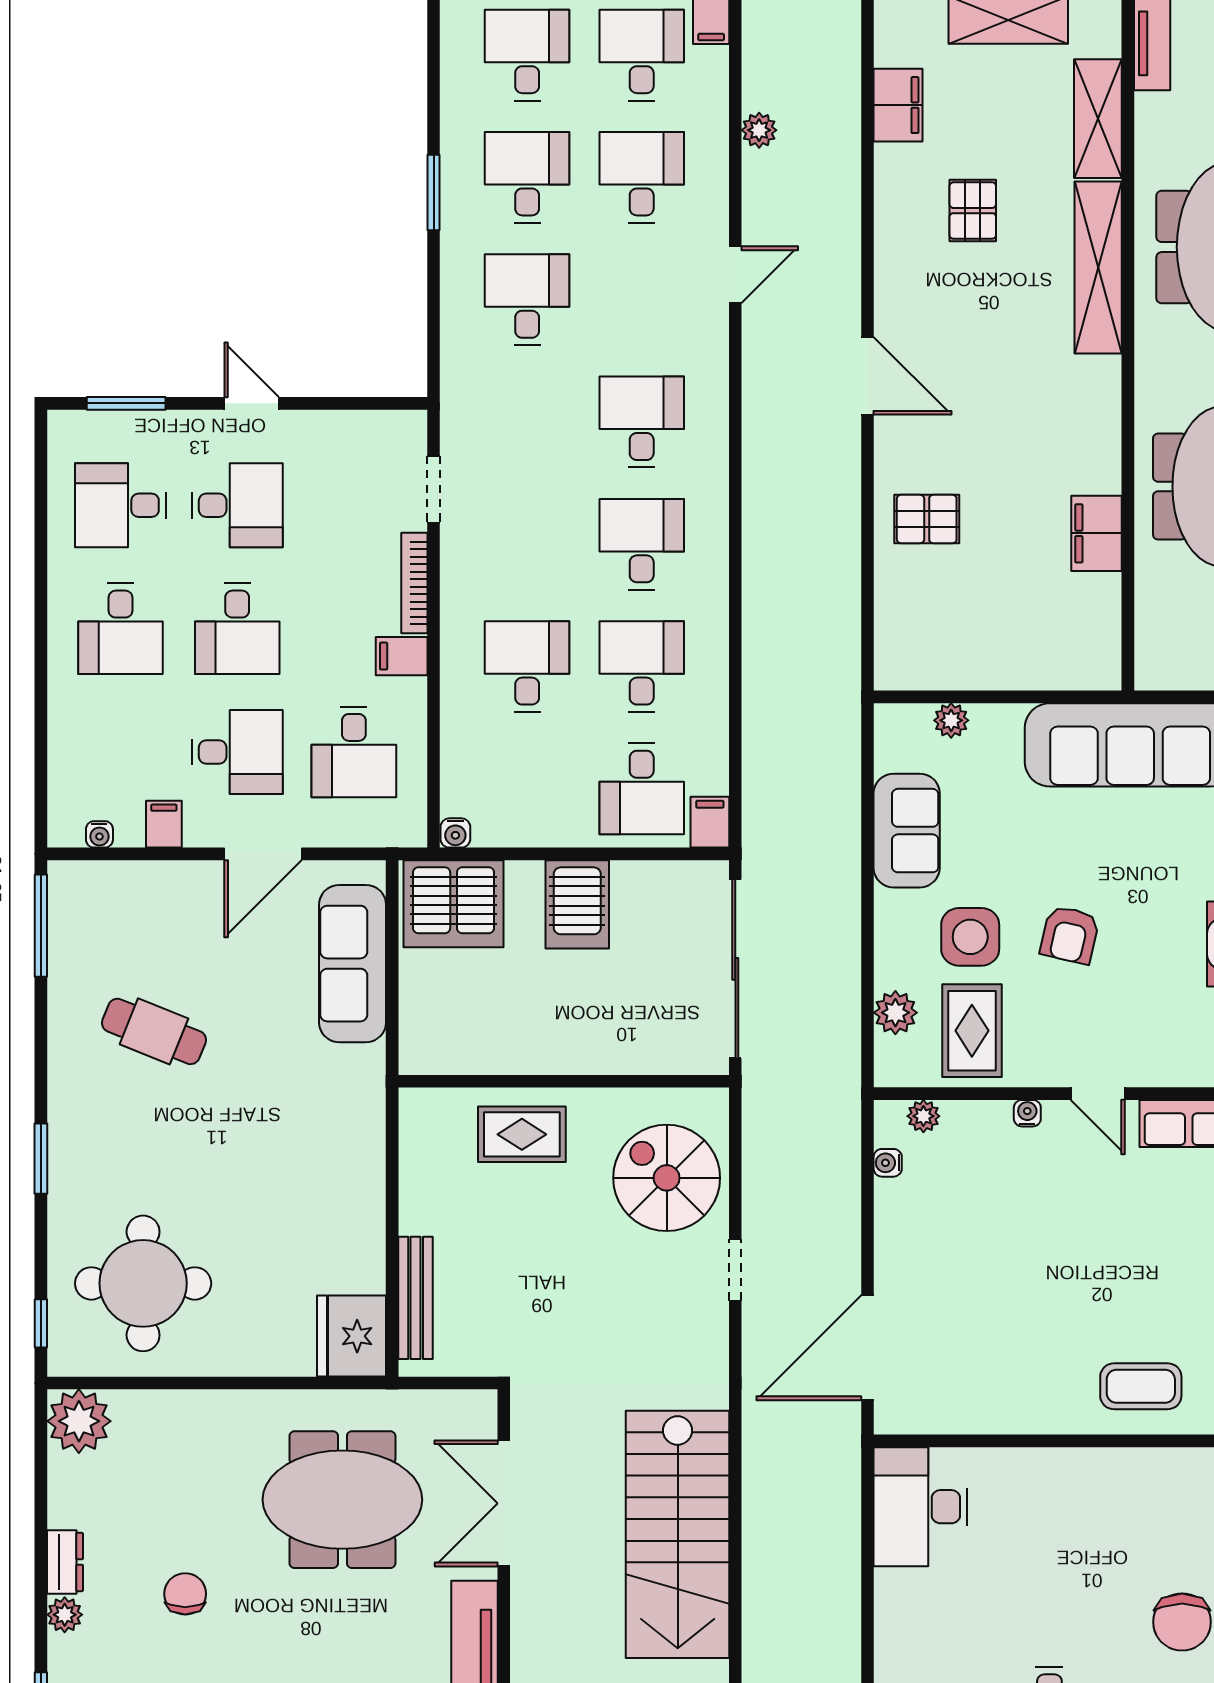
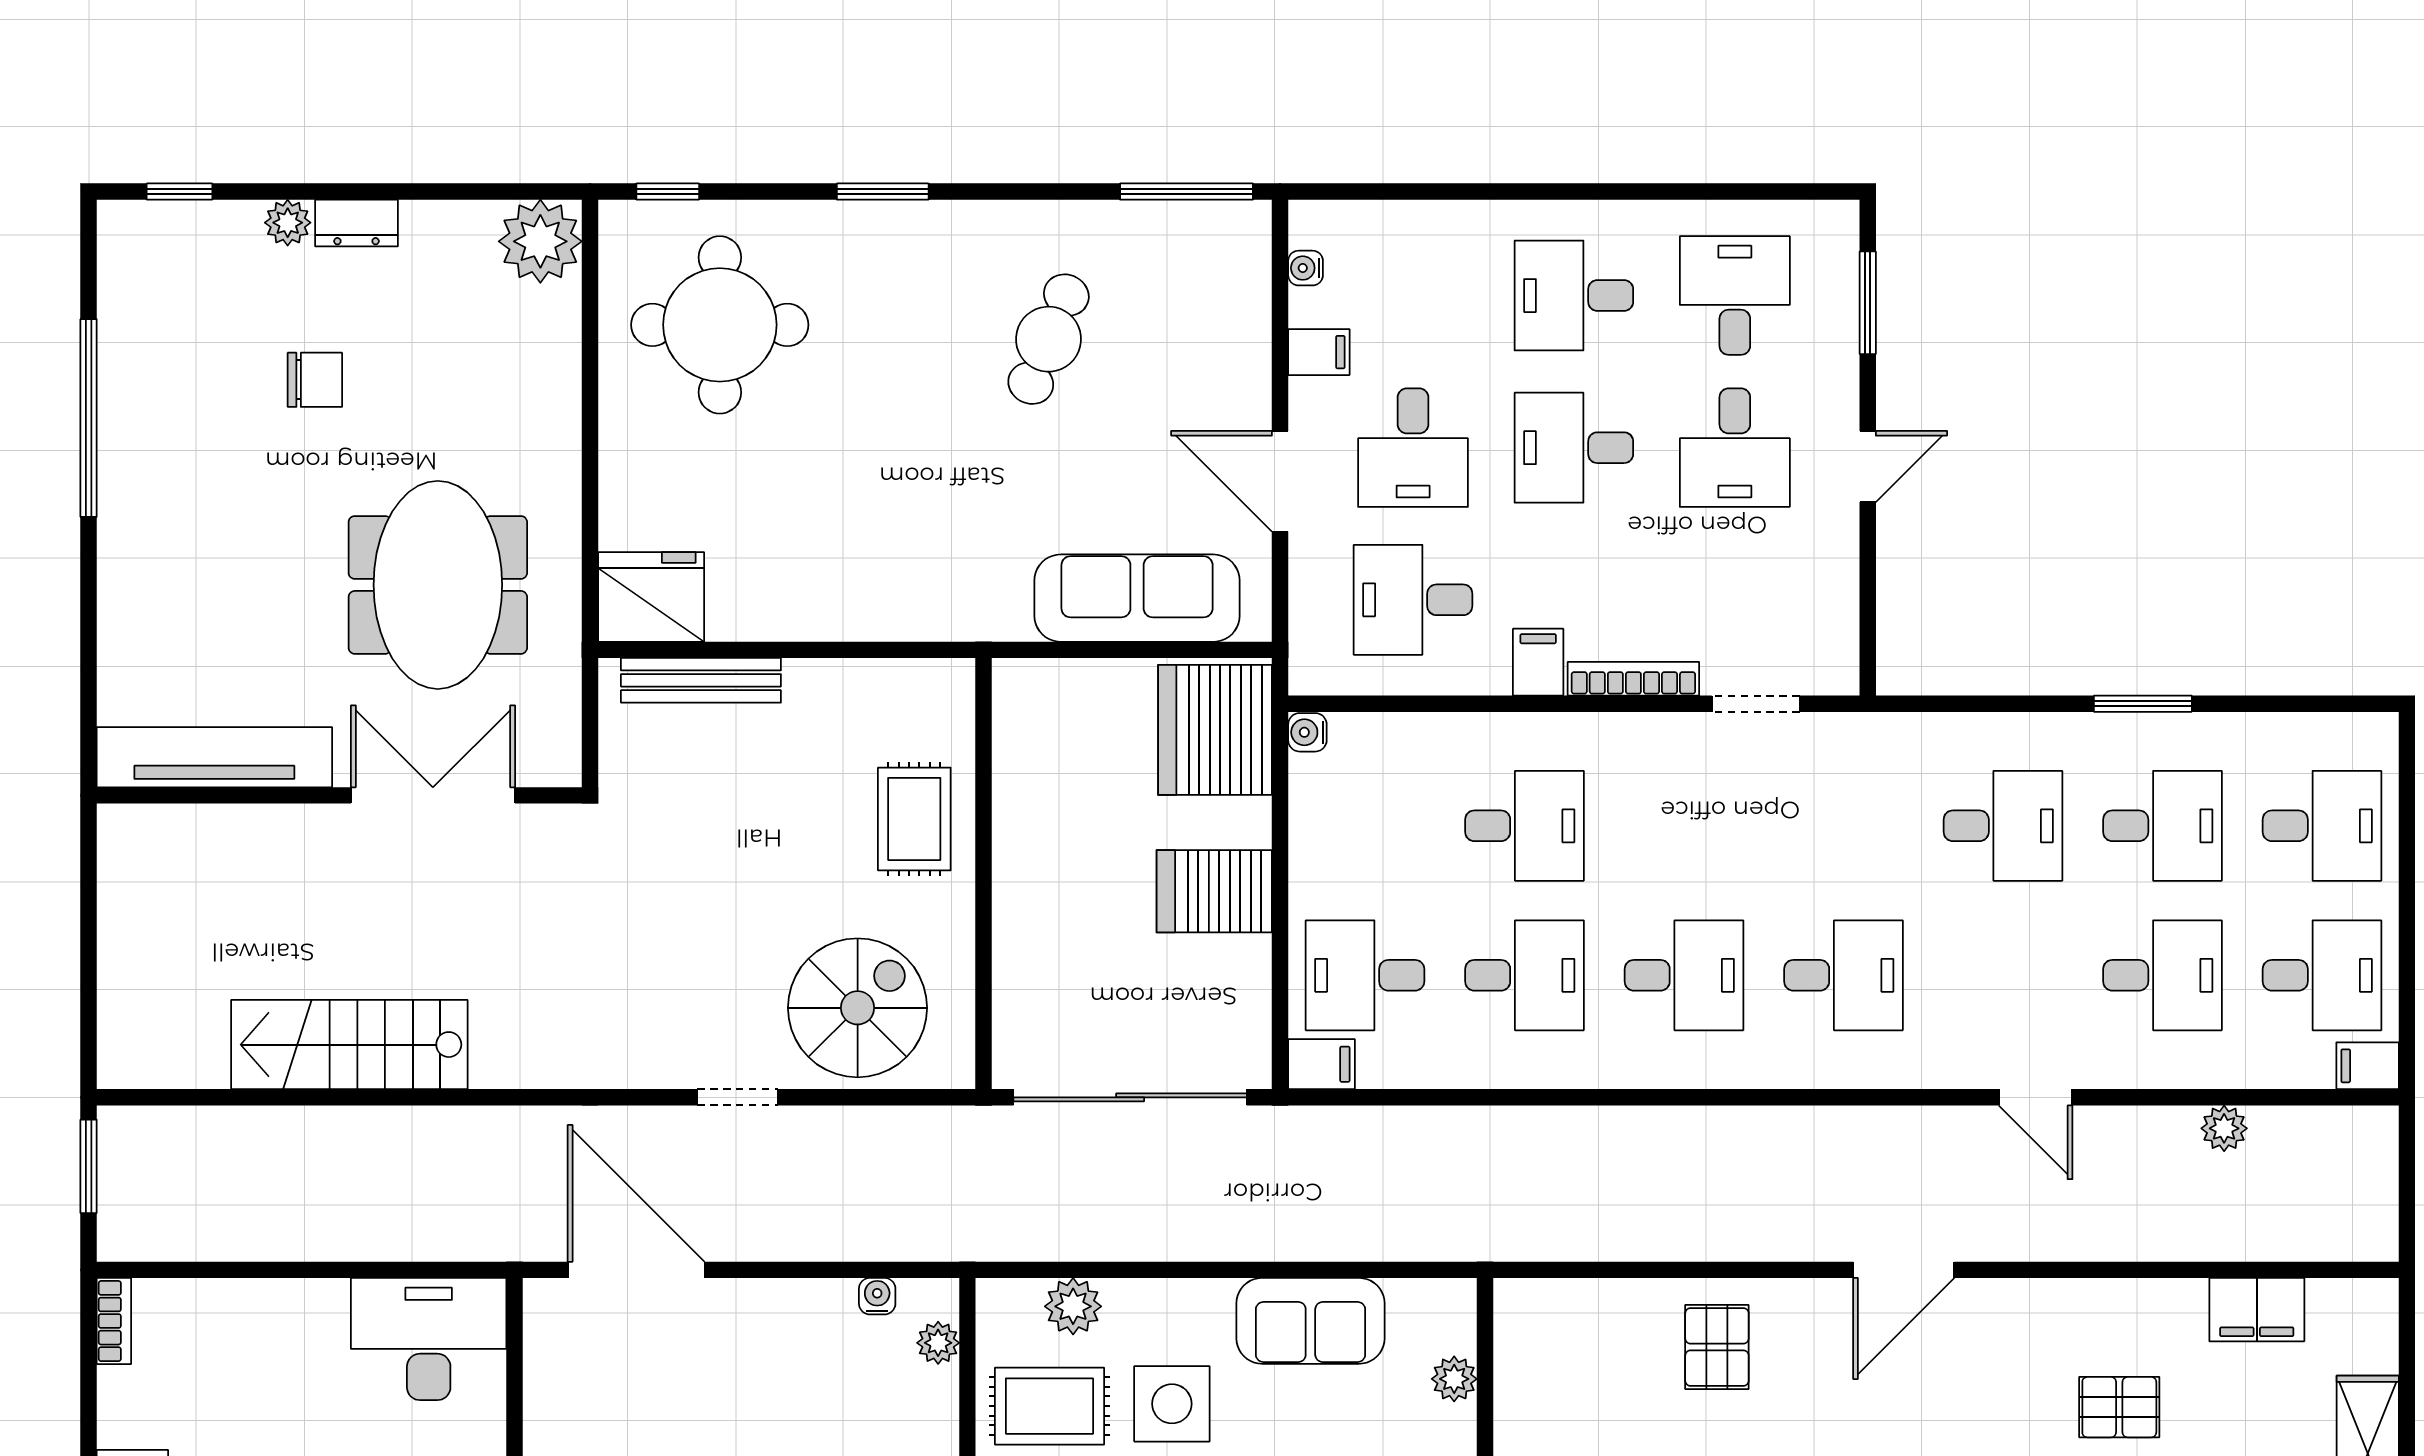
stairs: (678, 1534) -> (349, 1045), width x0.73, depth x0.66

